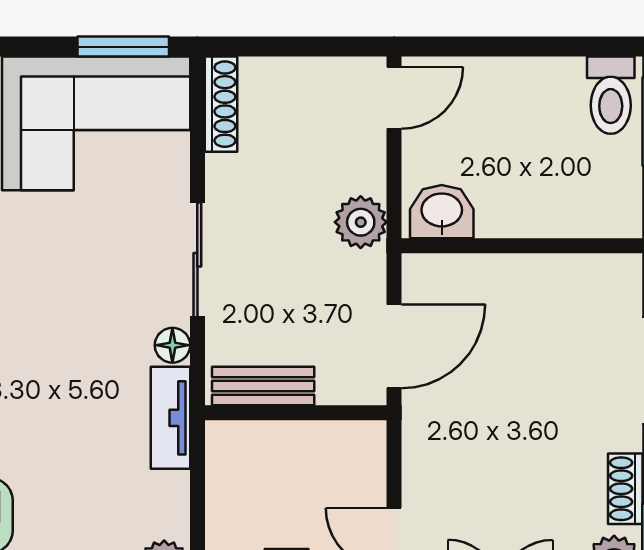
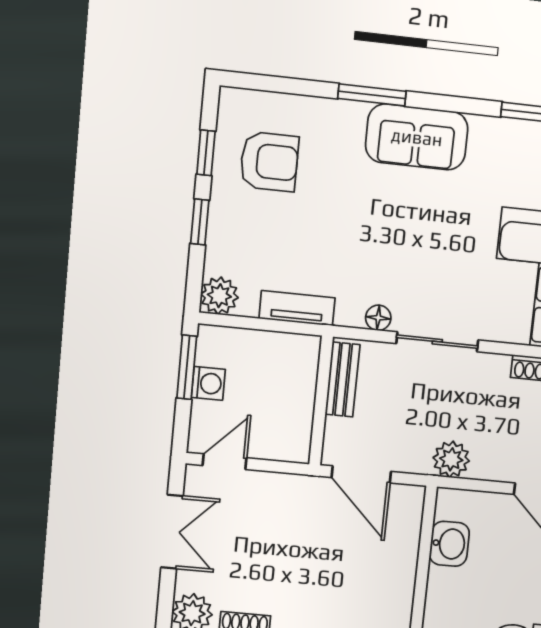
washbasin: (442, 212) -> (449, 544), moved
tv unit: (171, 418) -> (297, 308), moved

